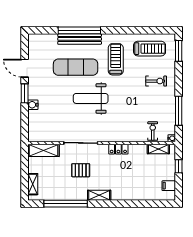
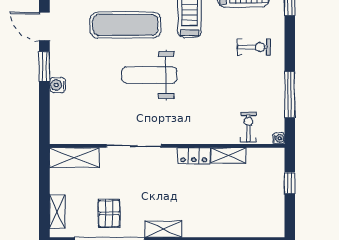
shelving: (158, 149) -> (228, 155), moved
pallet: (81, 170) -> (109, 213), moved, turned 90
filing cabinet: (169, 186) -> (274, 214), removed

